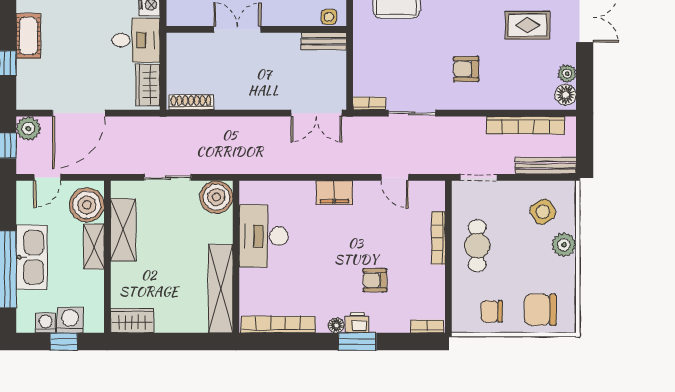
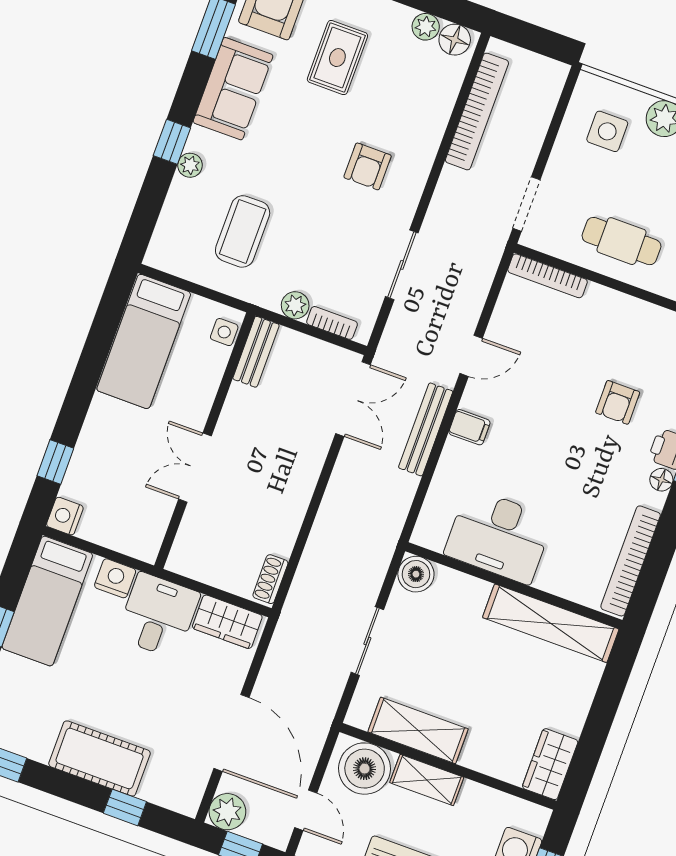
cot: (28, 36) -> (100, 758), width x1.37, depth x1.34
plant: (362, 55) -> (295, 305), added
shoe rack: (191, 102) -> (270, 579), width x0.70
bookcase: (369, 103) -> (332, 323), moved, turned 90
bench: (546, 166) -> (426, 429), moved
door: (395, 177) -> (471, 356), moved
filing cabinet: (334, 193) -> (469, 427), width x0.50
boiler: (216, 197) -> (416, 574), width x0.73, depth x0.73
side table: (543, 212) -> (607, 131), turned 31
bookcase: (438, 238) -> (548, 276), moved

